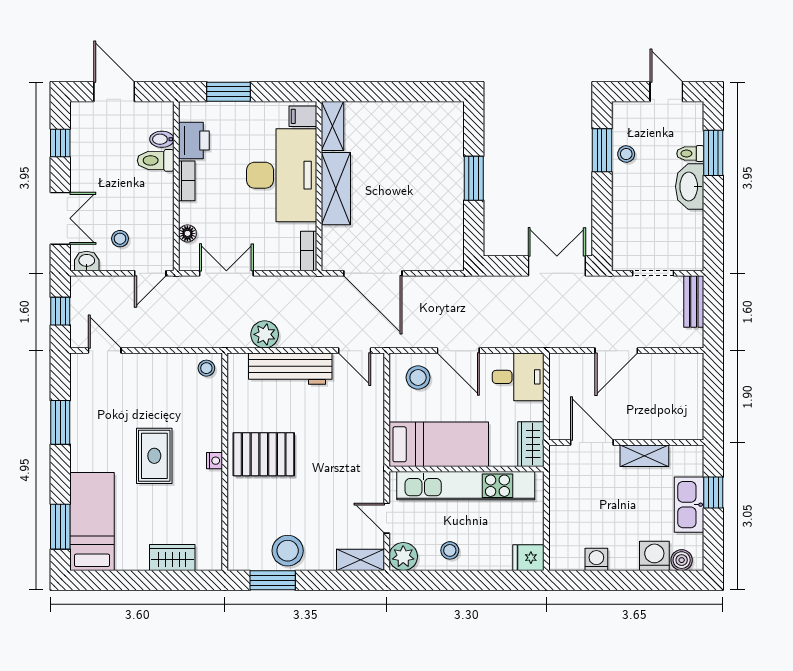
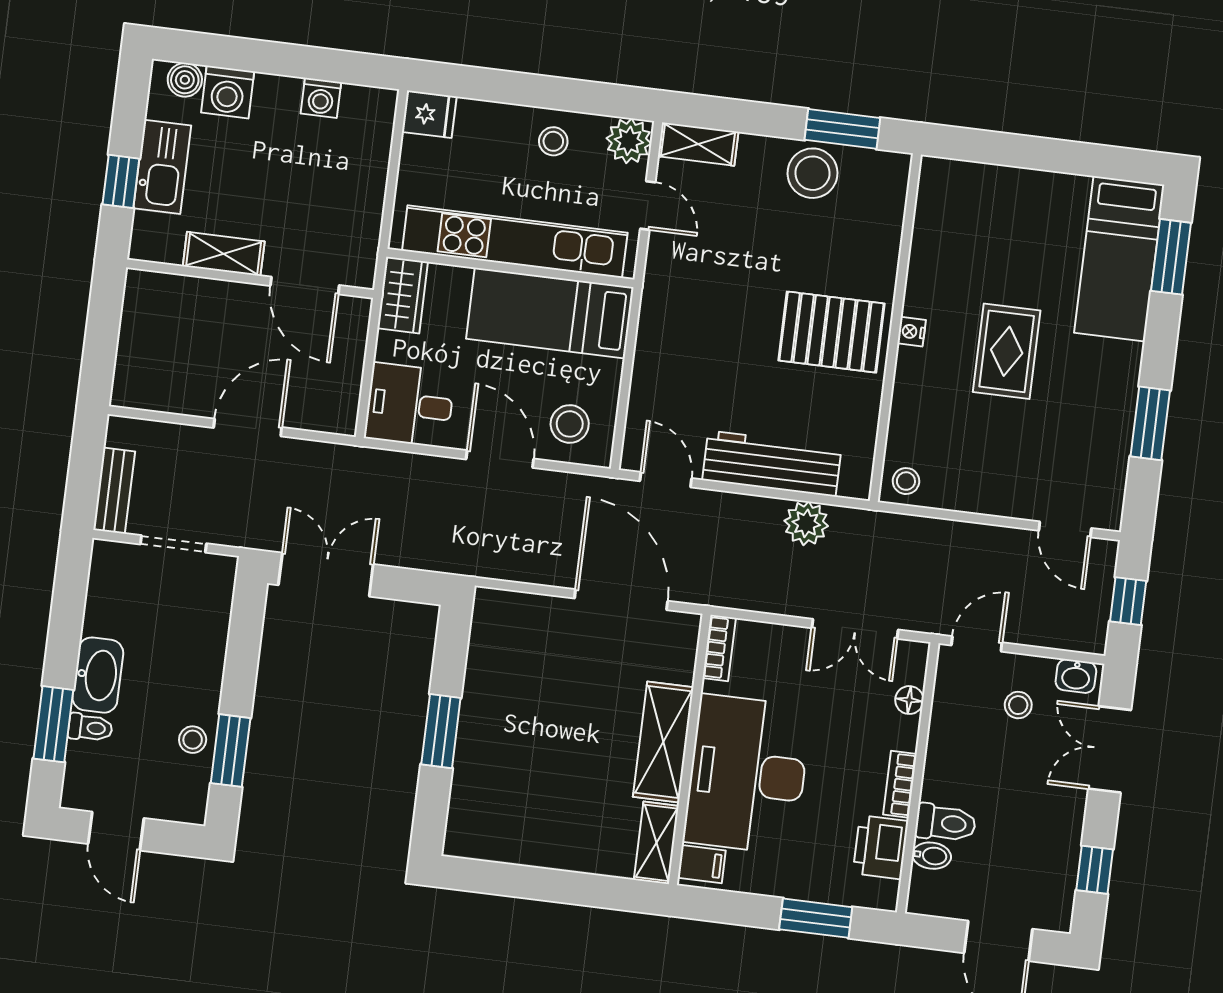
double door: (557, 266) -> (326, 575), swing flipped
wardrobe: (172, 558) -> (998, 185), removed

